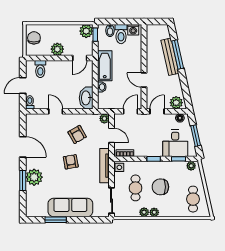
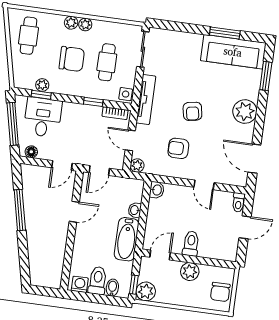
window: (178, 55) -> (20, 210), moved
bench: (170, 57) -> (34, 239), removed
toilet: (40, 69) -> (191, 244), moved
door: (144, 80) -> (74, 212), hinge flipped
washbasin: (86, 98) -> (157, 190), width x0.52, depth x0.69
plant: (176, 103) -> (33, 174), removed
armchair: (77, 134) -> (178, 148), turned -60
window: (196, 136) -> (13, 124), width x1.44
door: (23, 147) -> (254, 159), moved
window: (154, 159) -> (93, 102), moved
plant: (191, 166) -> (42, 85), moved
plant: (34, 177) -> (245, 112), moved
window: (23, 180) -> (266, 76), moved
sofa: (70, 207) -> (233, 52), moved
plant: (144, 212) -> (71, 23), moved

